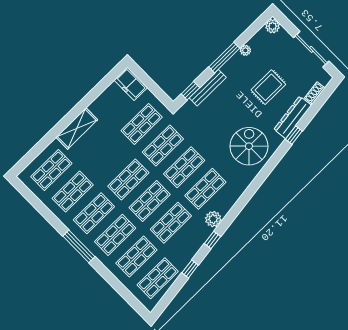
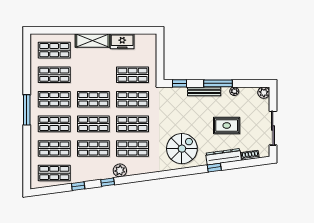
freezer: (131, 84) -> (122, 41), moved, turned -90
bench: (208, 88) -> (204, 91), moved

